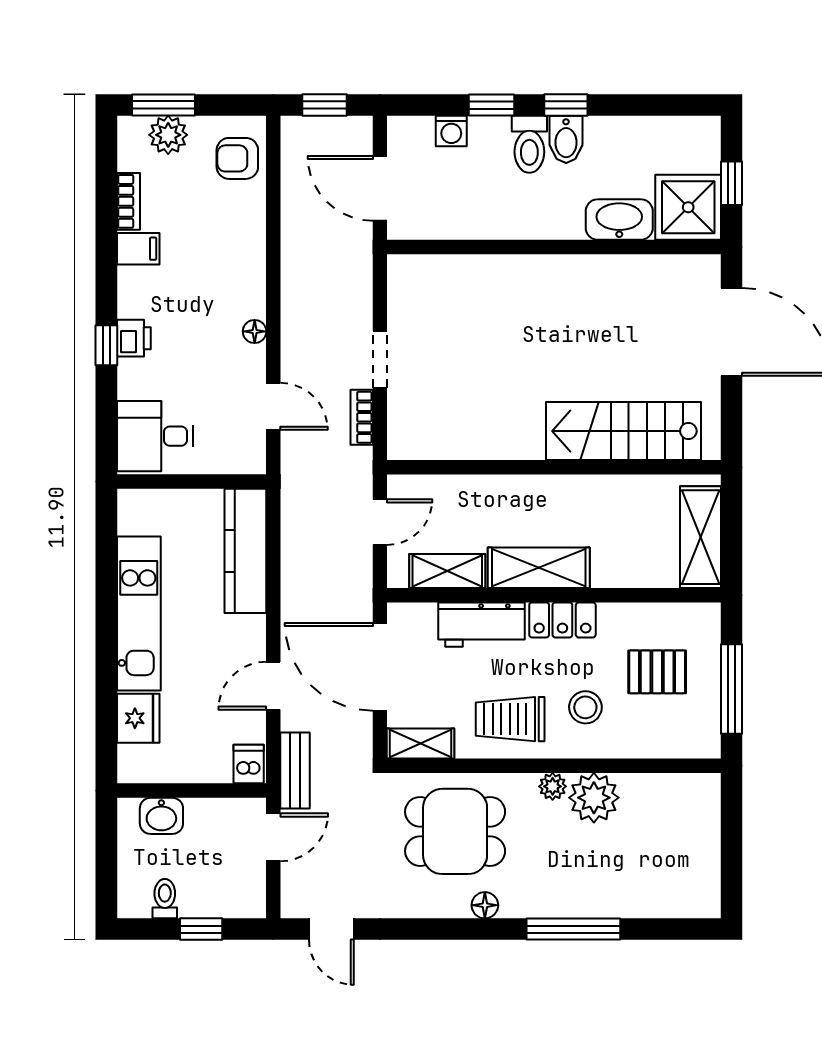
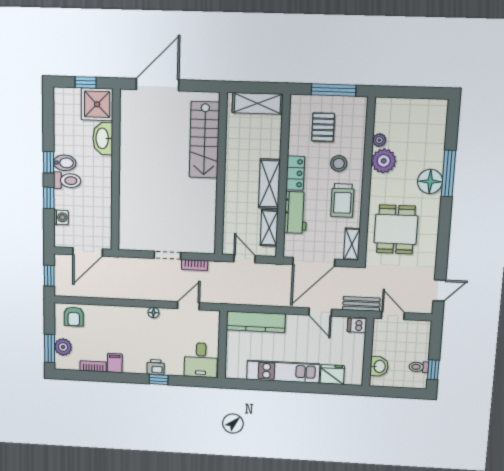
plant: (553, 786) -> (379, 140), moved
floor lamp: (485, 905) -> (430, 181), moved, width x1.89, depth x1.89
window: (201, 929) -> (433, 370), moved

